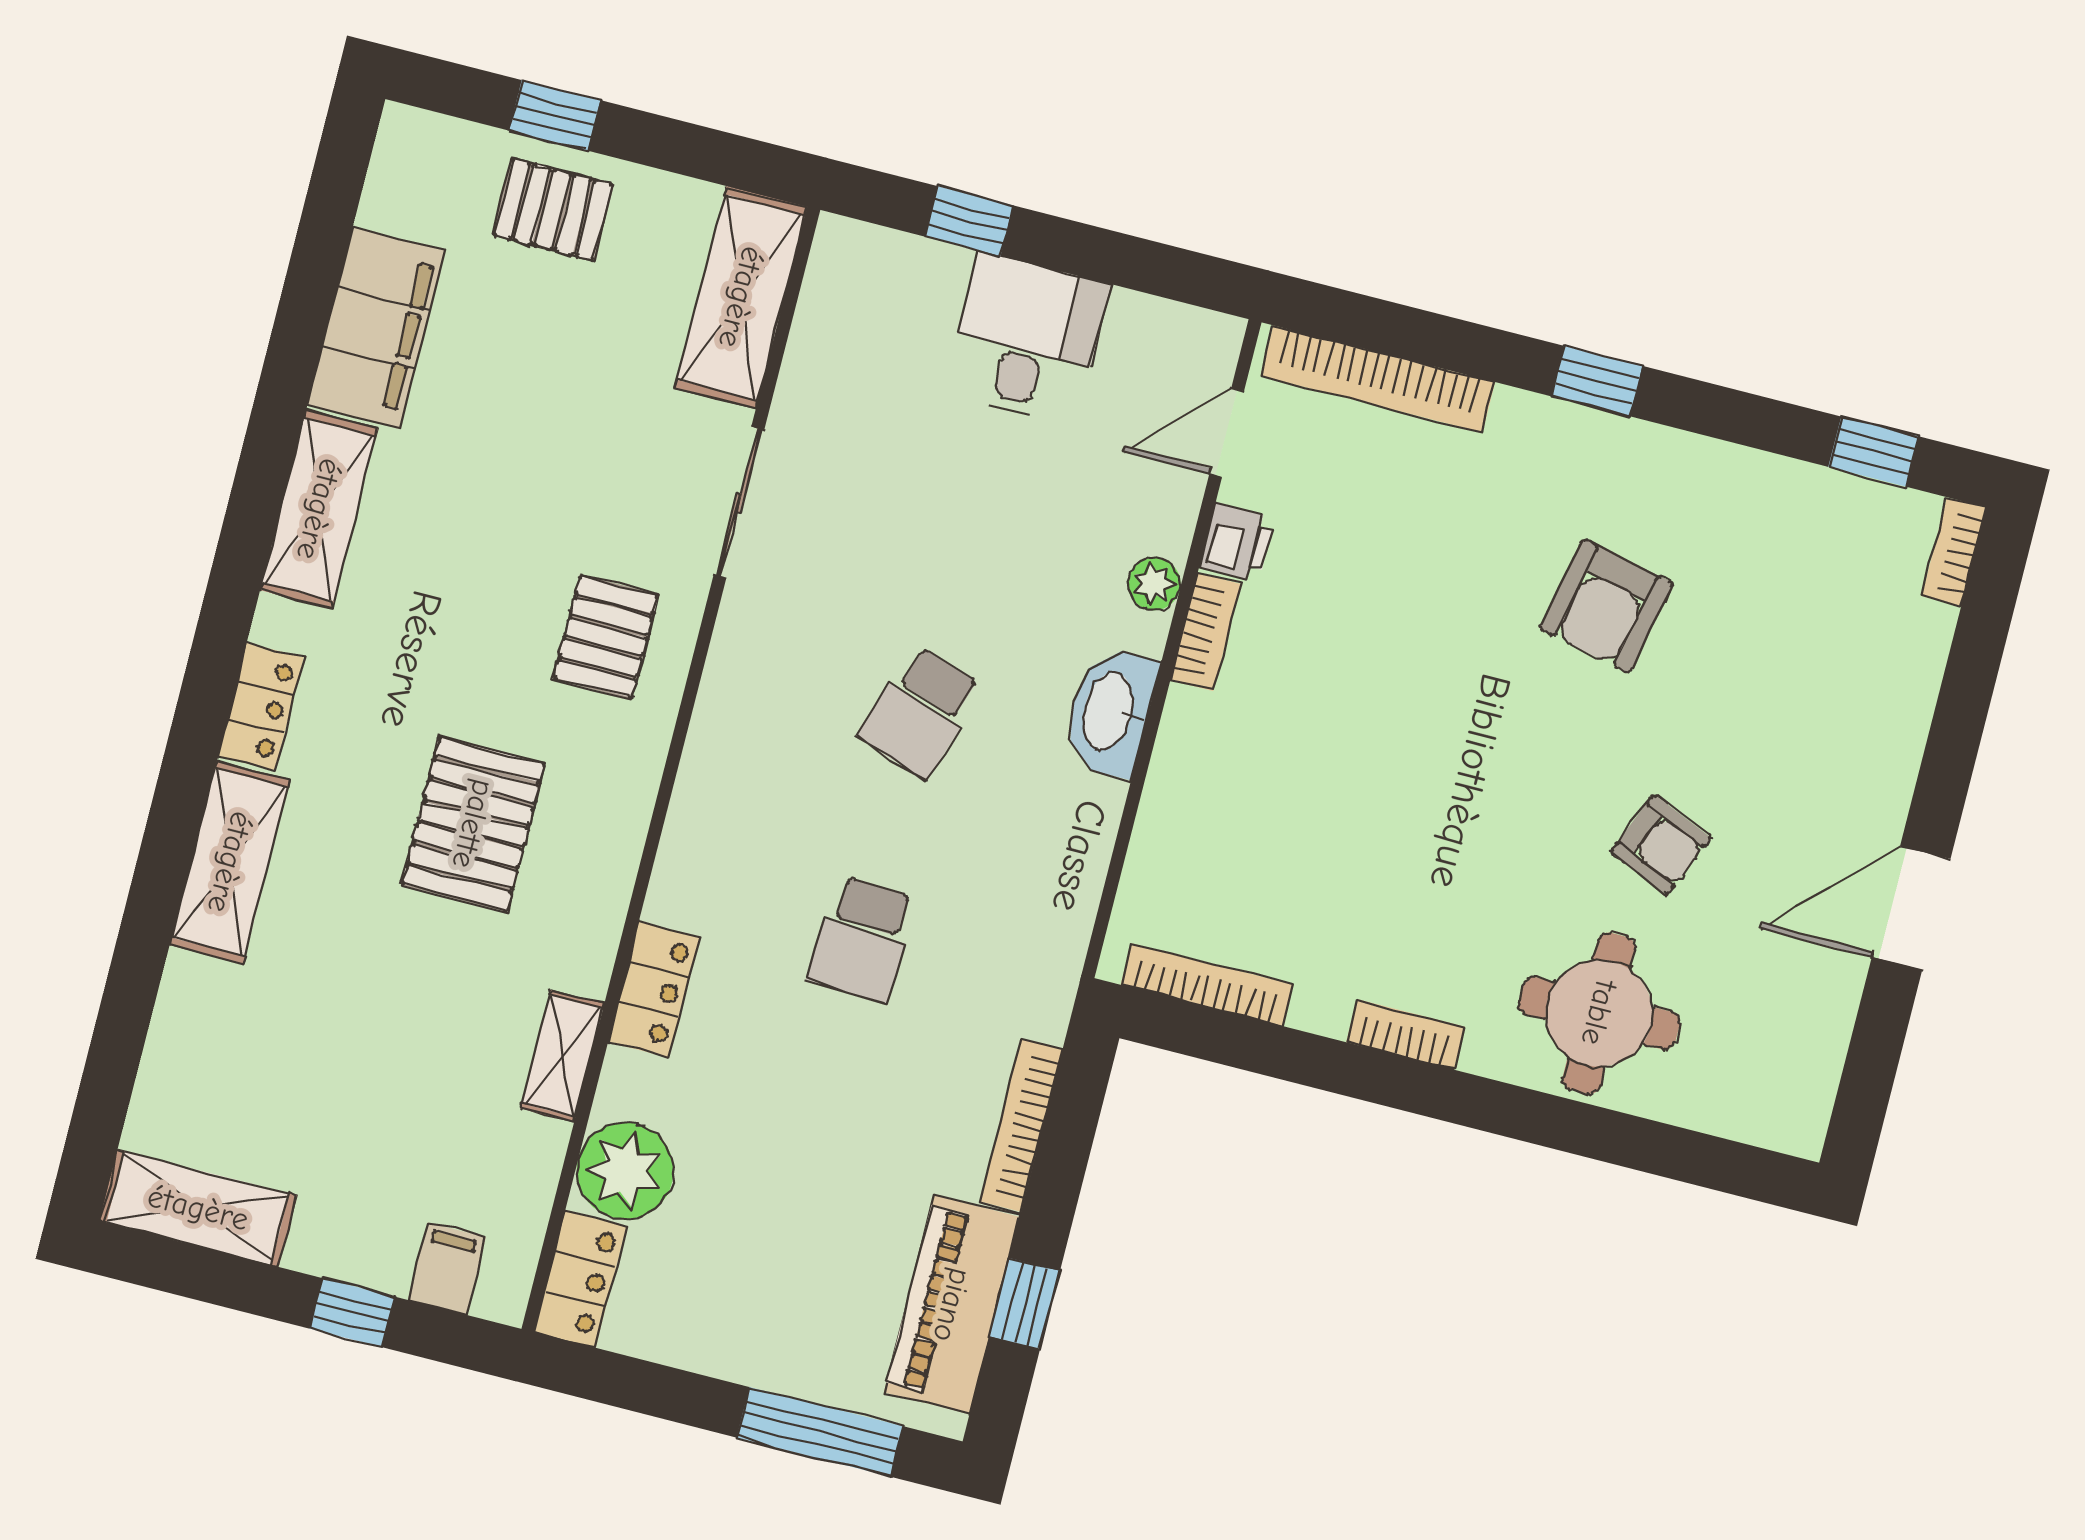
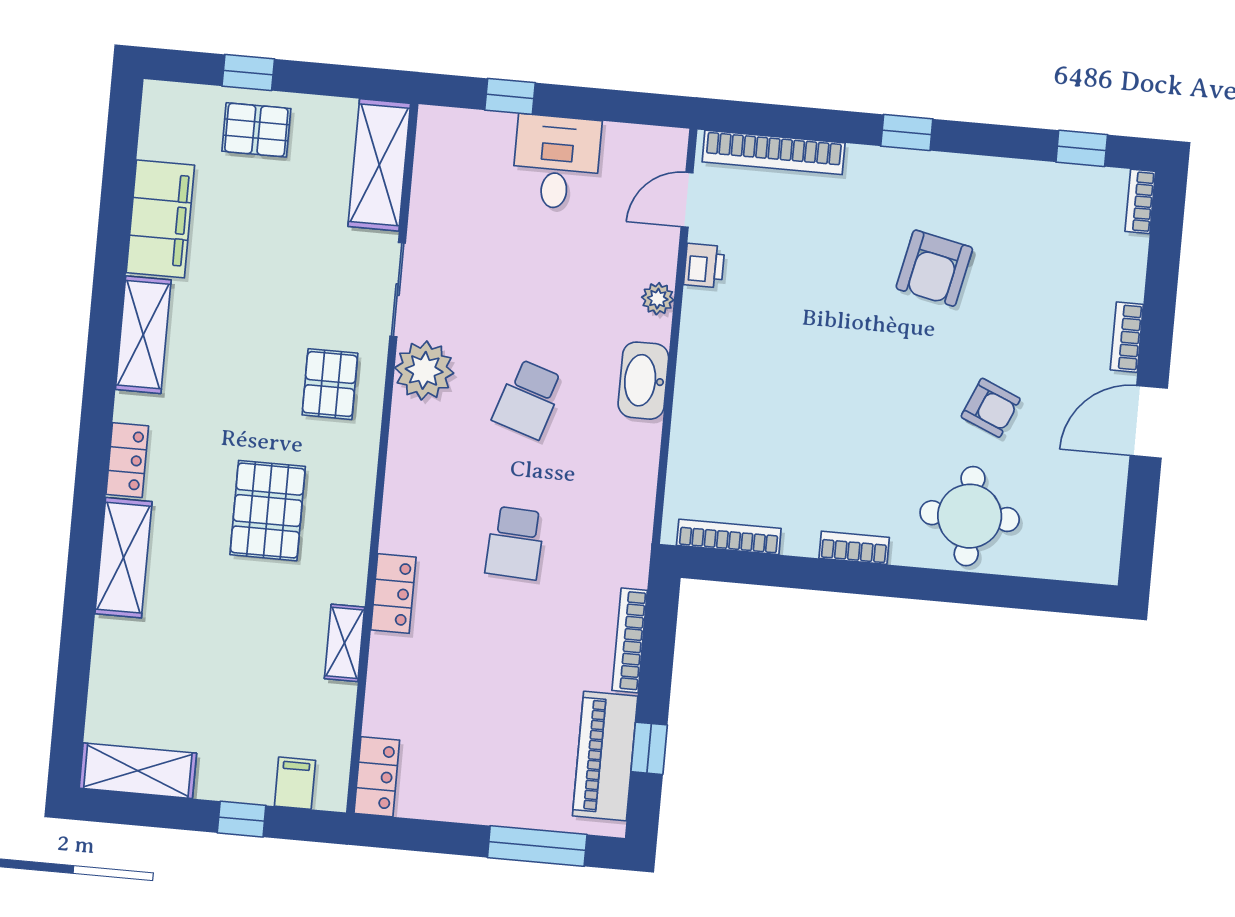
bookcase: (1205, 632) -> (1127, 337), moved, turned 180
plant: (625, 1171) -> (424, 370), moved

